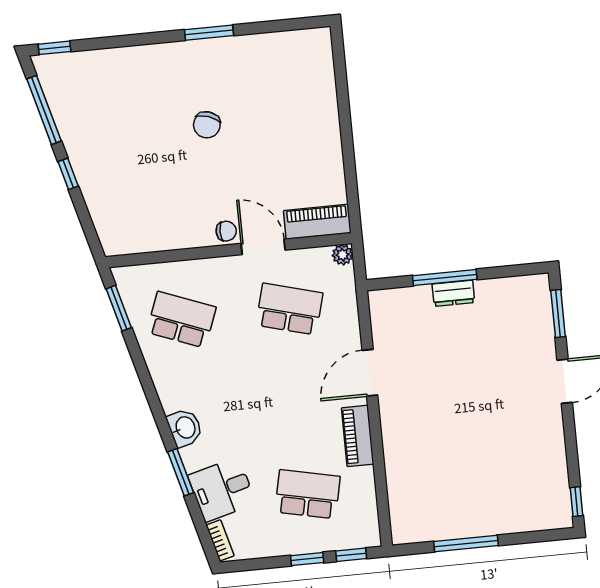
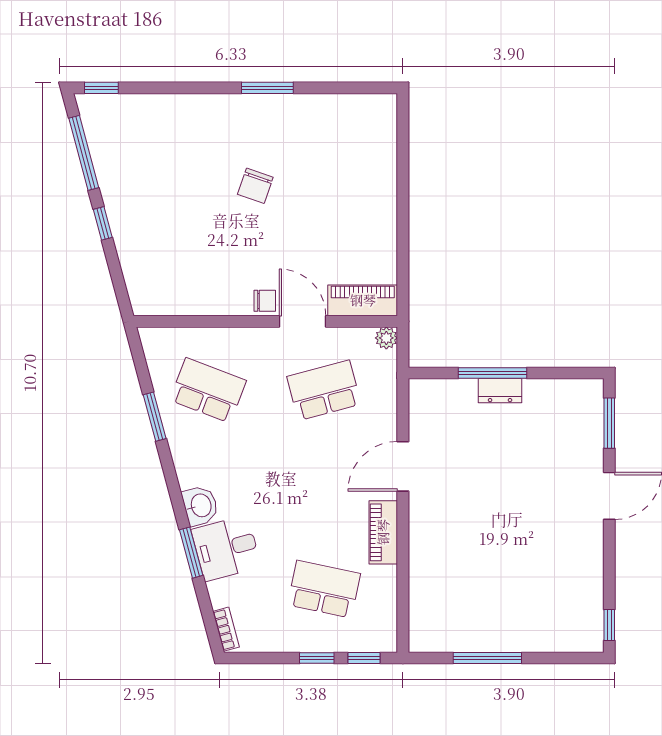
window: (119, 308) -> (155, 417), moved
school desk: (289, 309) -> (324, 390), turned -30
desk: (222, 489) -> (226, 548), moved

